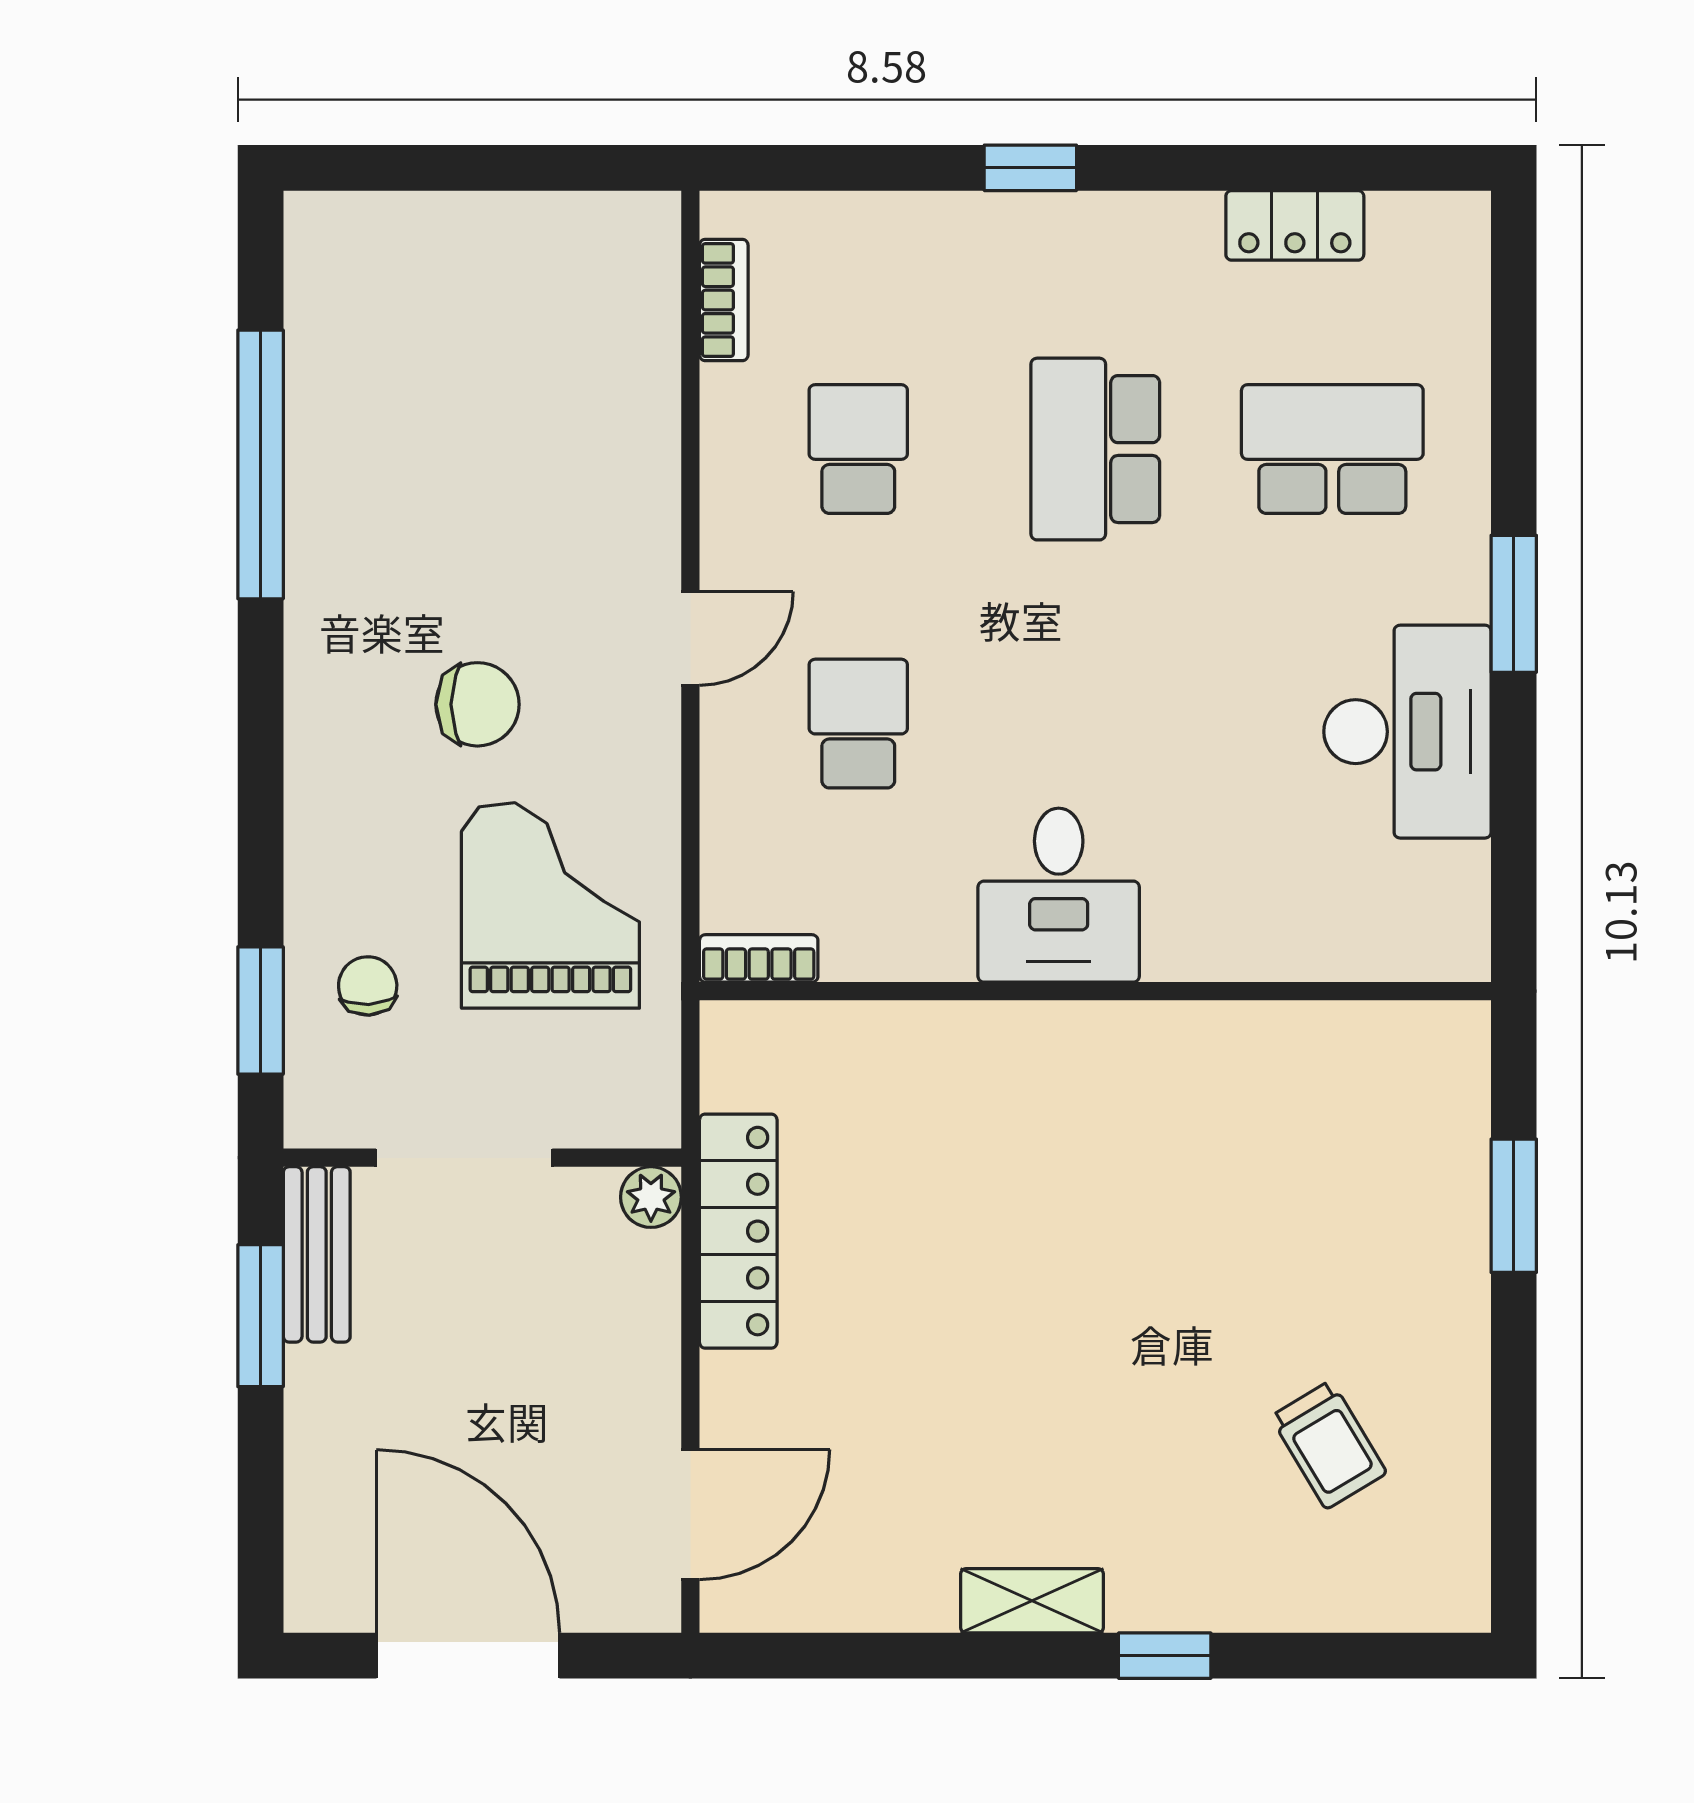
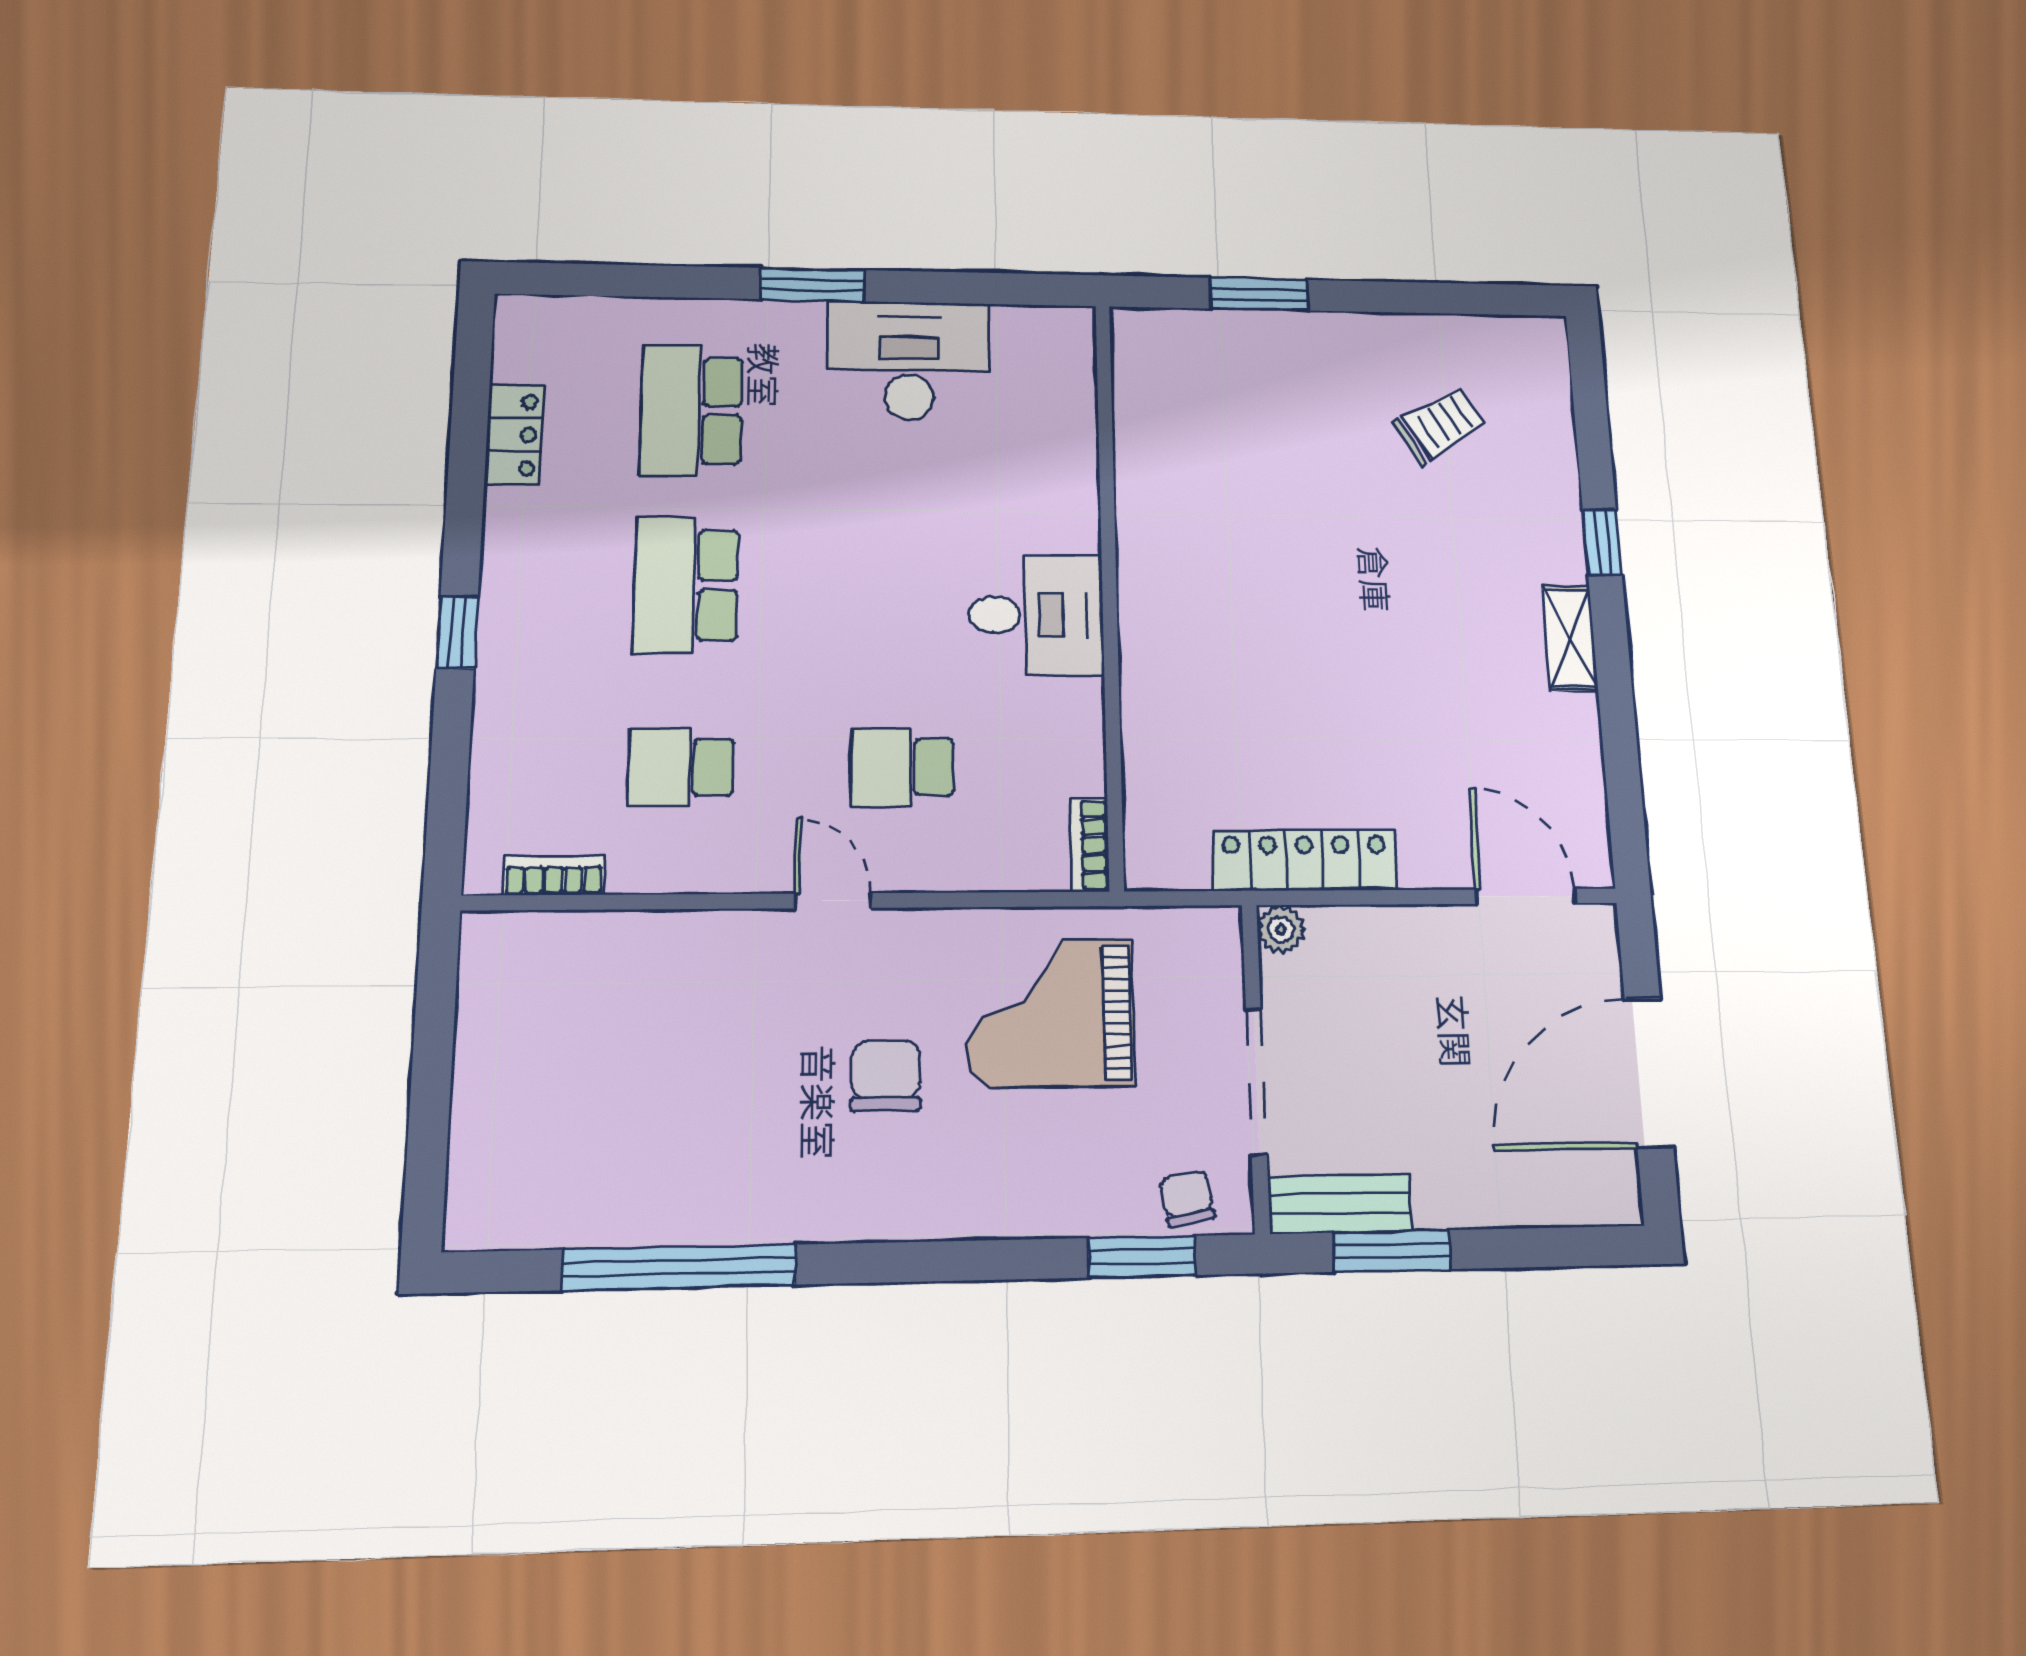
school desk: (1095, 449) -> (686, 585), turned 90
chair: (368, 986) -> (1187, 1198), moved, turned 83

